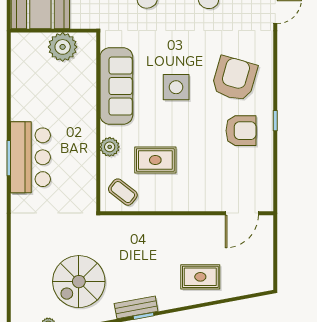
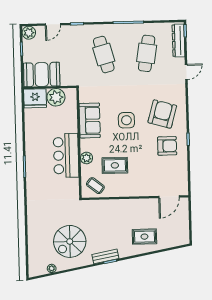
fridge: (29, 48) -> (35, 98), added
sofa: (116, 86) -> (90, 120), width x0.73
bar counter: (30, 157) -> (66, 155), moved, turned 180

